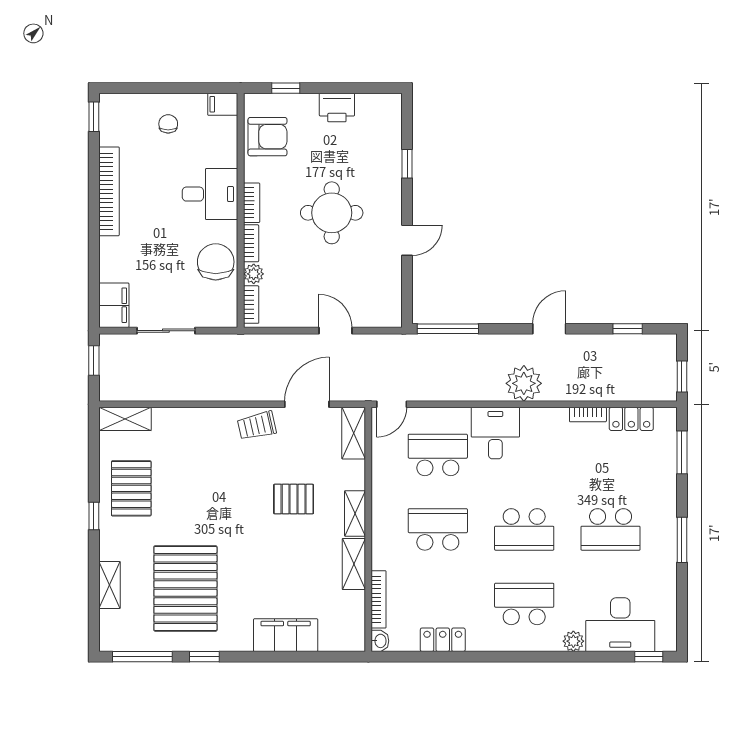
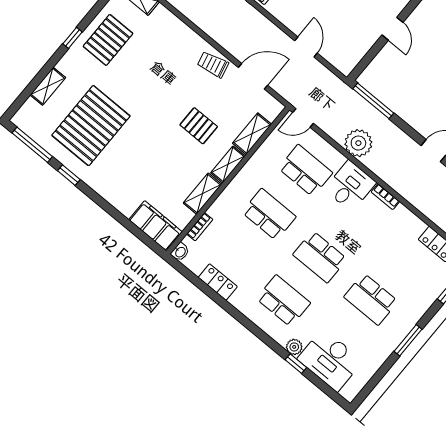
door: (407, 240) -> (393, 29), hinge flipped
plant: (524, 383) -> (358, 143), moved
bookcase: (588, 415) -> (385, 197), moved
shelving: (354, 433) -> (252, 134), moved
bookcase: (379, 599) -> (200, 227), width x0.64
filing cabinet: (286, 635) -> (155, 226), moved
window: (649, 657) -> (296, 364), moved

